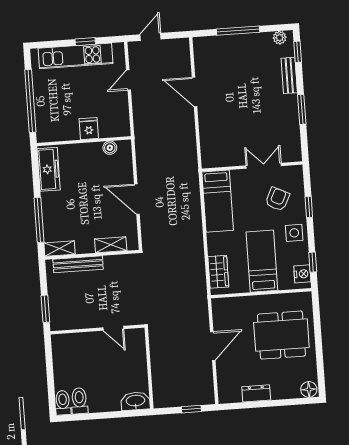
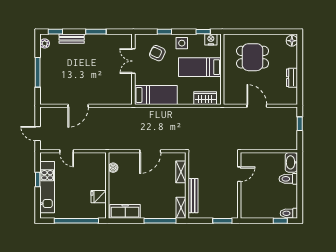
fridge: (89, 129) -> (99, 197), moved
dining table: (281, 335) -> (253, 57), width x0.73
window: (51, 391) -> (280, 221), added
toilet: (79, 401) -> (288, 179), moved

